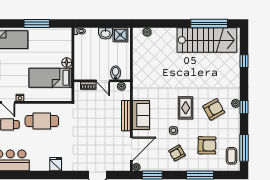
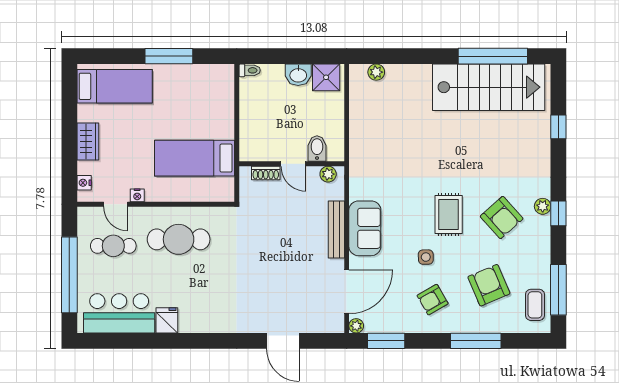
floor lamp: (67, 62) -> (225, 129), removed
armchair: (214, 109) -> (502, 218), turned 77
armchair: (207, 145) -> (489, 285), turned -114
fridge: (56, 164) -> (167, 320), moved

